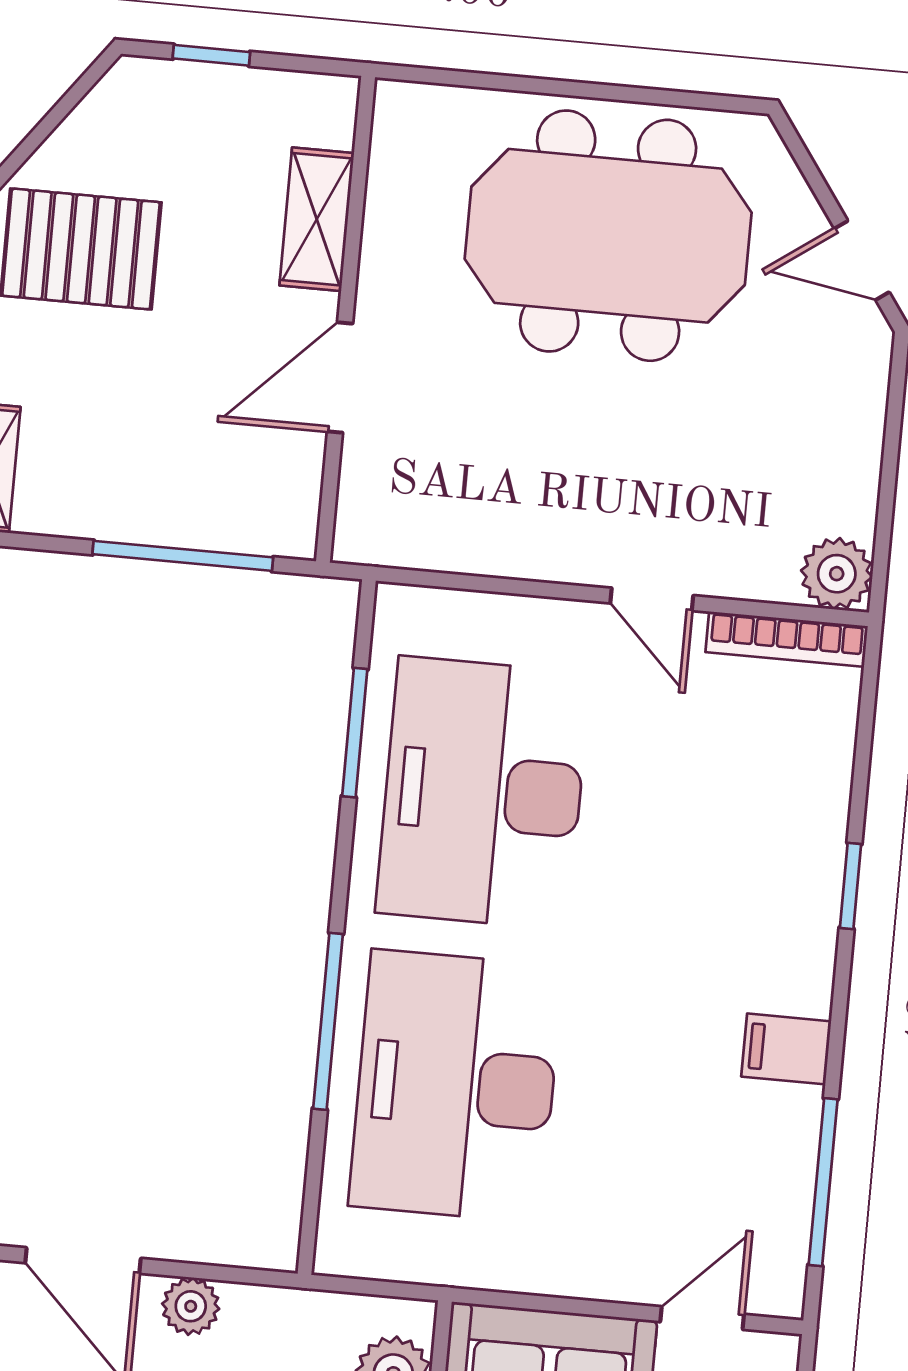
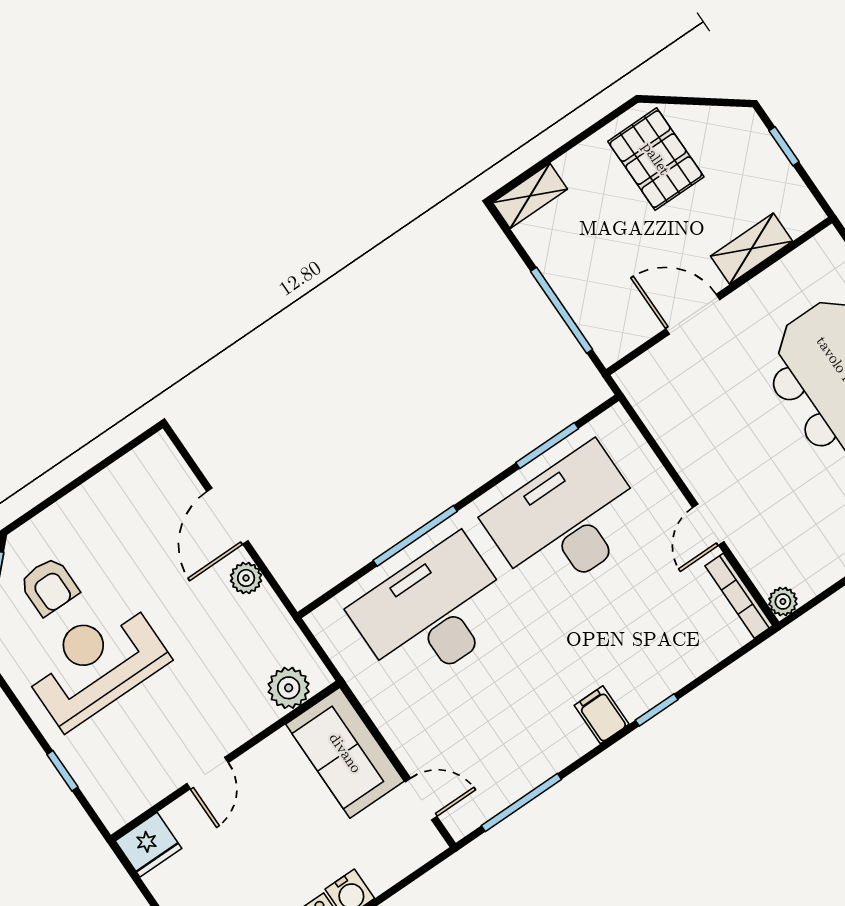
plant: (837, 574) -> (783, 602), width x0.73, depth x0.73
filing cabinet: (786, 1049) -> (602, 715), moved

